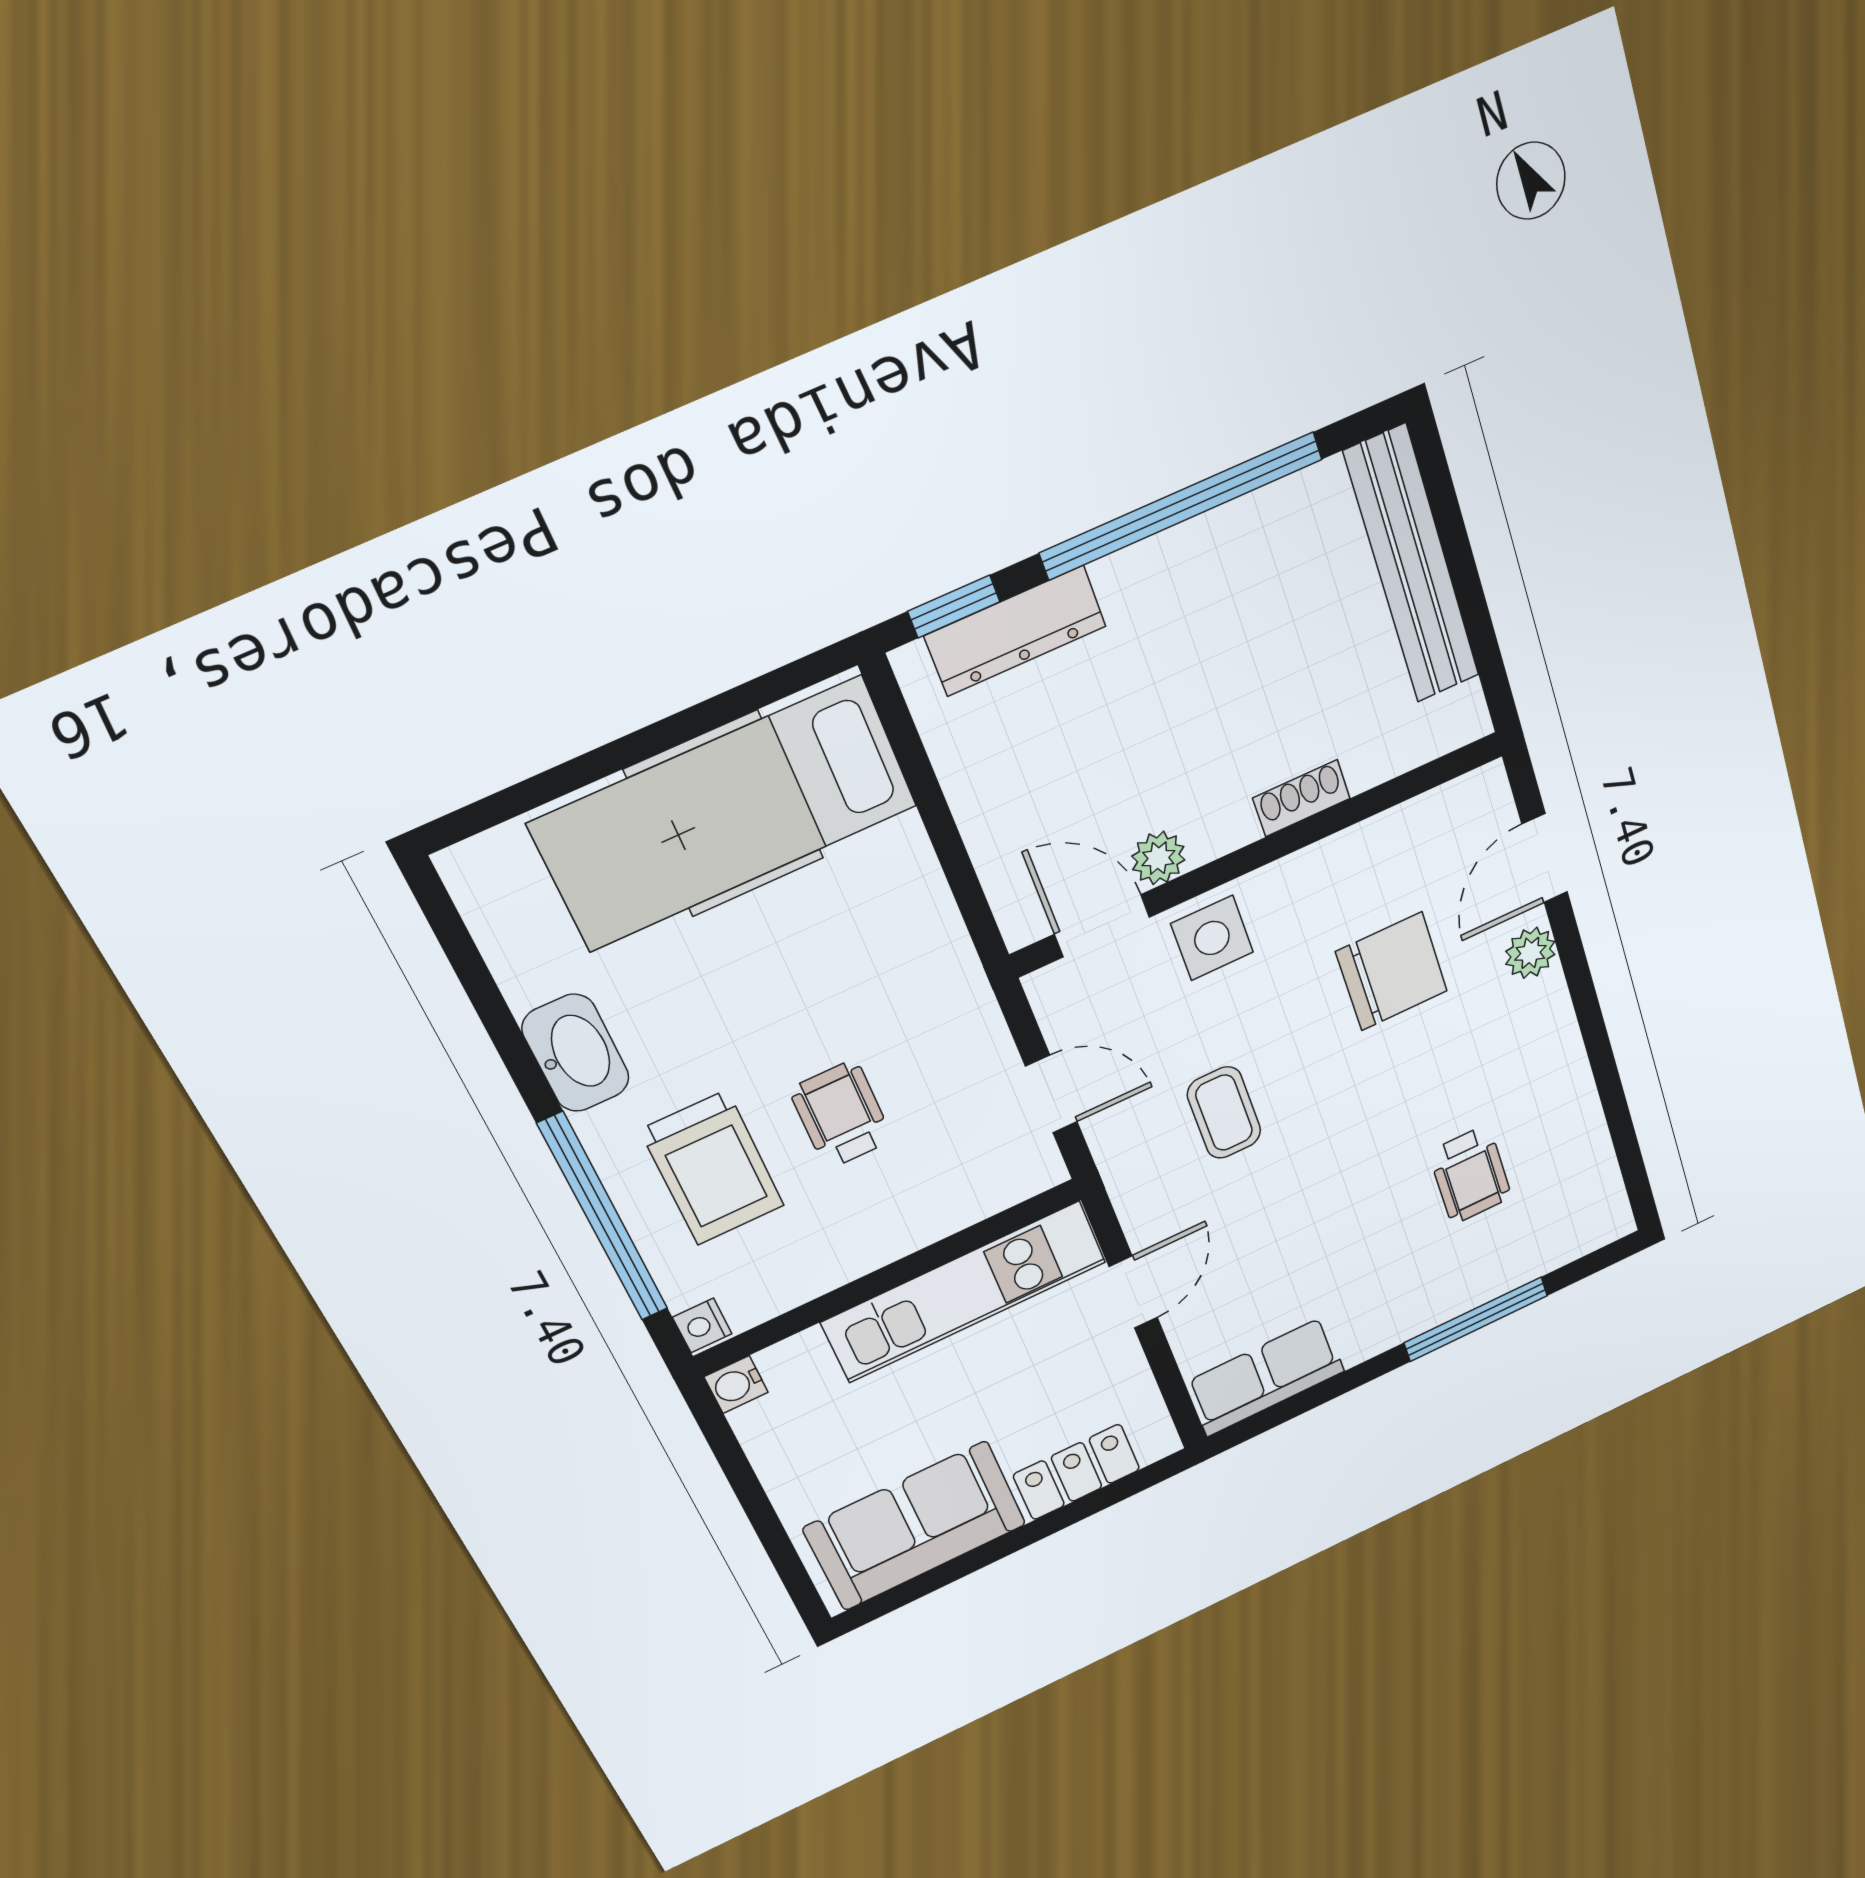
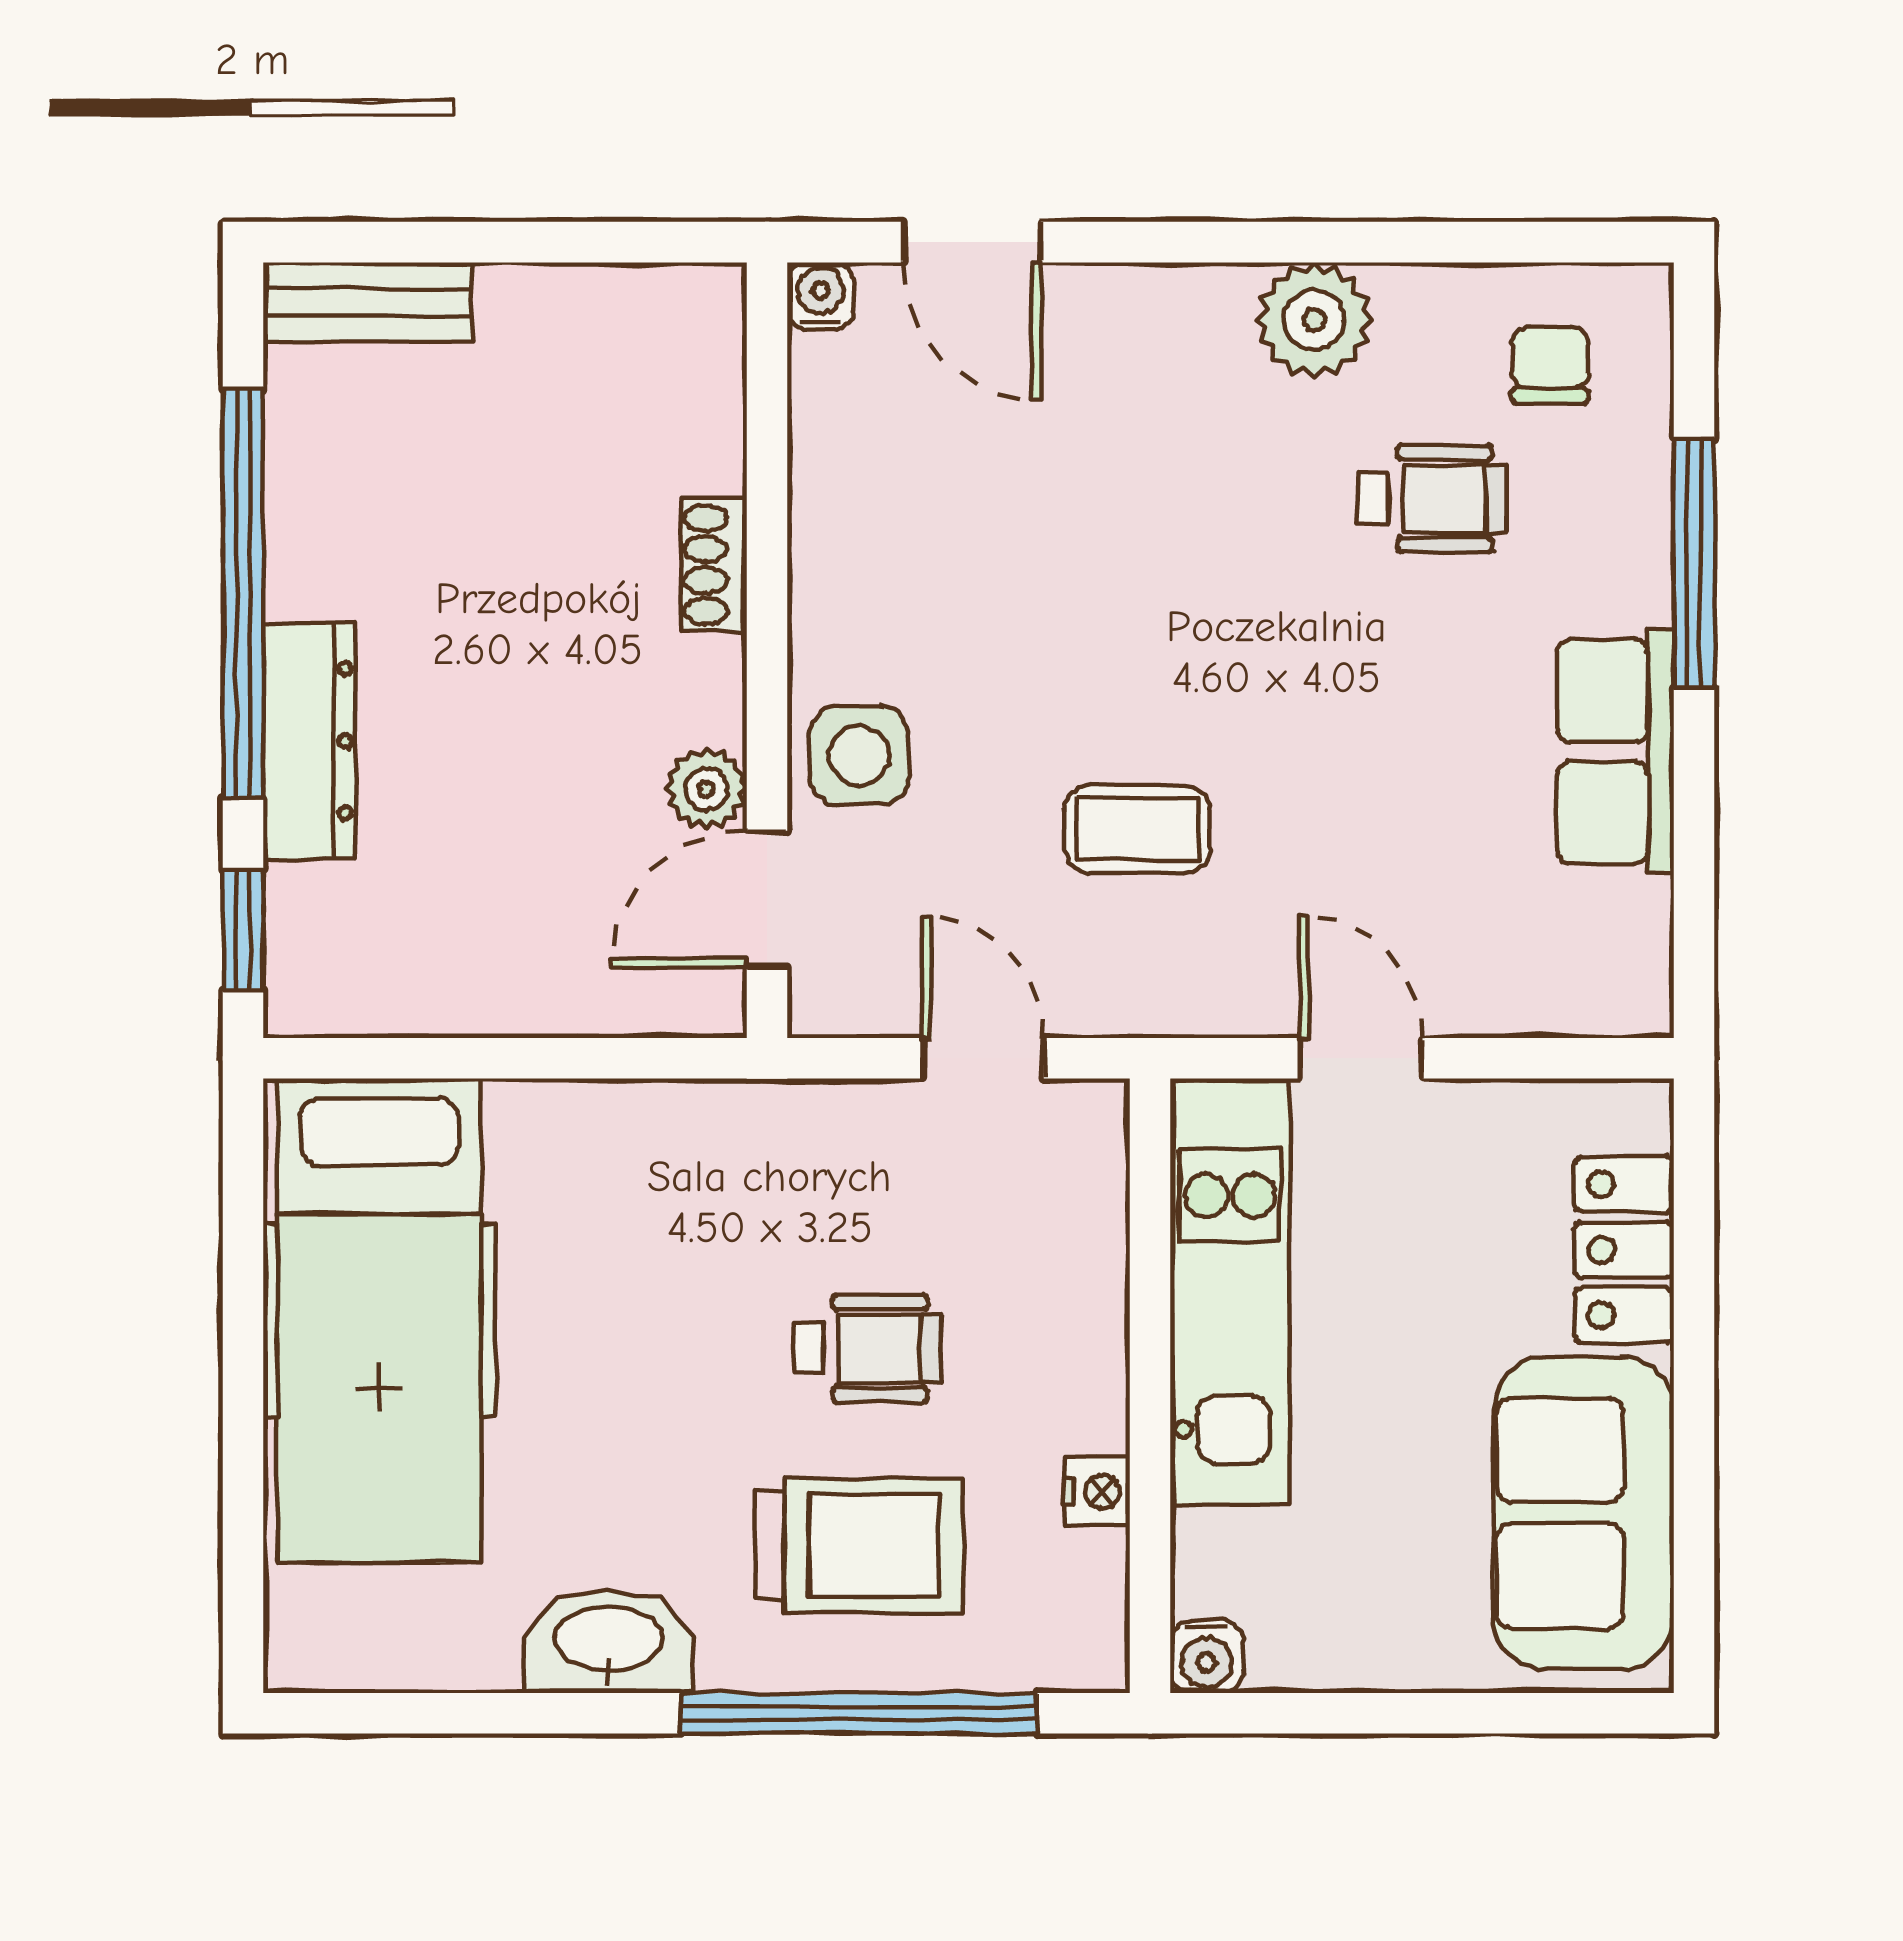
bench: (1412, 565) -> (367, 302), width x0.54, depth x0.82
dresser: (1015, 631) -> (309, 741), moved
water cooler: (1487, 785) -> (821, 296), added
plant: (1530, 953) -> (1314, 320), moved, width x1.38, depth x1.38
chair: (1392, 971) -> (1550, 365), moved, width x0.54, depth x0.54
door: (1051, 1094) -> (983, 1058), hinge flipped
wheelchair: (841, 1115) -> (868, 1349), turned 180
nightstand: (702, 1325) -> (1097, 1492), moved, turned -90
row of seats: (1265, 1377) -> (1615, 752), moved

